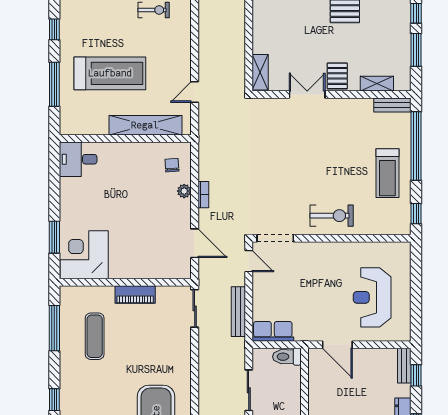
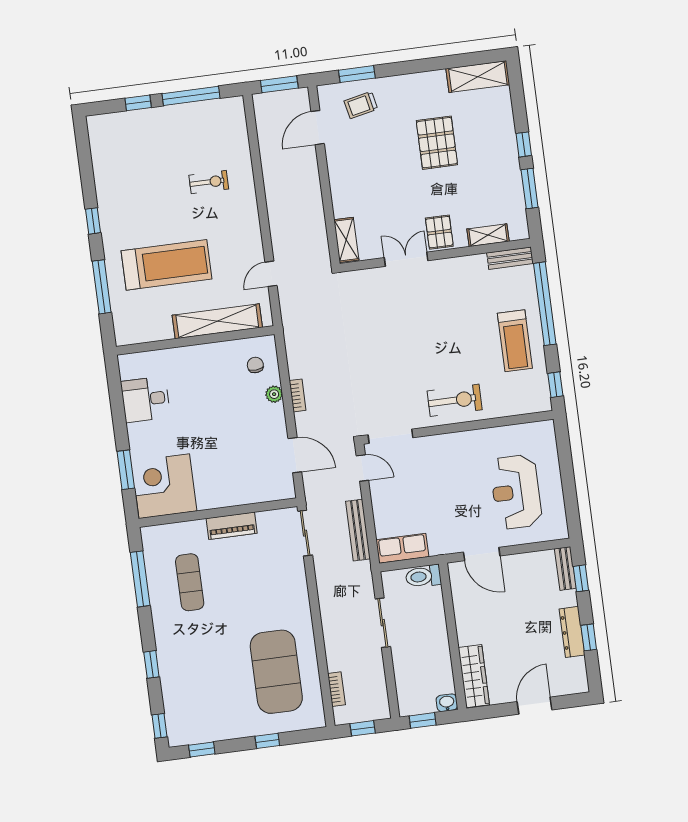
desk: (78, 159) -> (145, 399), moved

